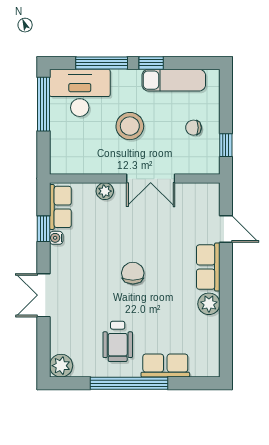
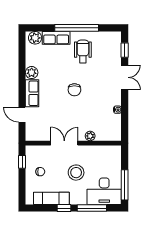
row of seats: (60, 207) -> (115, 127), removed
window: (43, 229) -> (125, 50), moved
plant: (61, 366) -> (35, 38), moved

